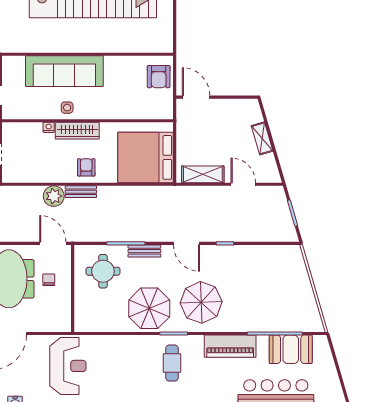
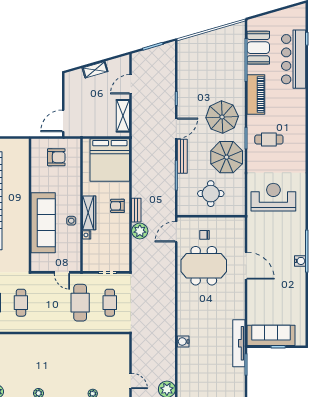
armchair: (159, 77) -> (56, 157), moved
bench: (144, 251) -> (182, 156), width x1.36
round table: (103, 271) -> (211, 194), moved
reception desk: (68, 366) -> (273, 197), moved

